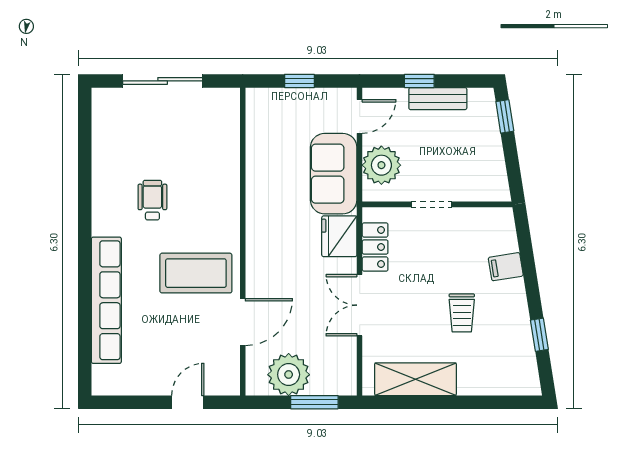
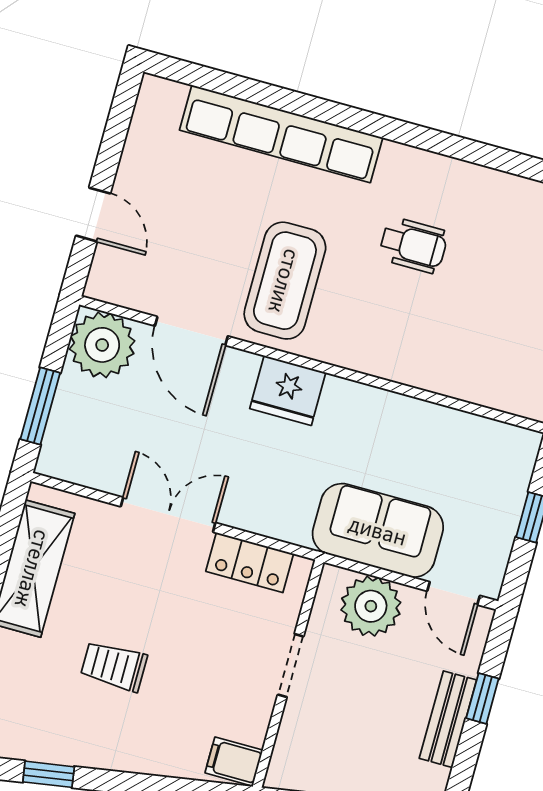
fridge: (339, 236) -> (288, 390), moved, turned 180
filing cabinet: (506, 267) -> (234, 762), moved, turned -81
plant: (289, 375) -> (102, 345), moved

